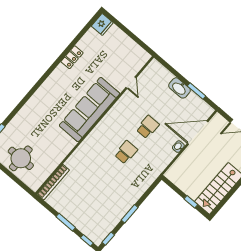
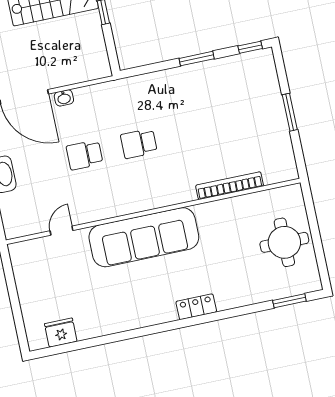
fridge: (102, 24) -> (61, 333), moved
locker: (72, 57) -> (196, 307), moved
bookcase: (53, 182) -> (230, 186), moved
window: (87, 240) -> (280, 67), removed

